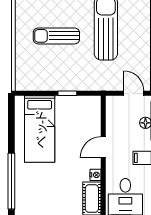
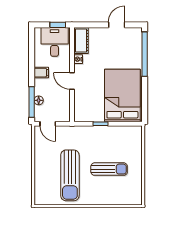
bed: (40, 129) -> (122, 95), width x1.50
door: (103, 147) -> (72, 81), swing flipped

